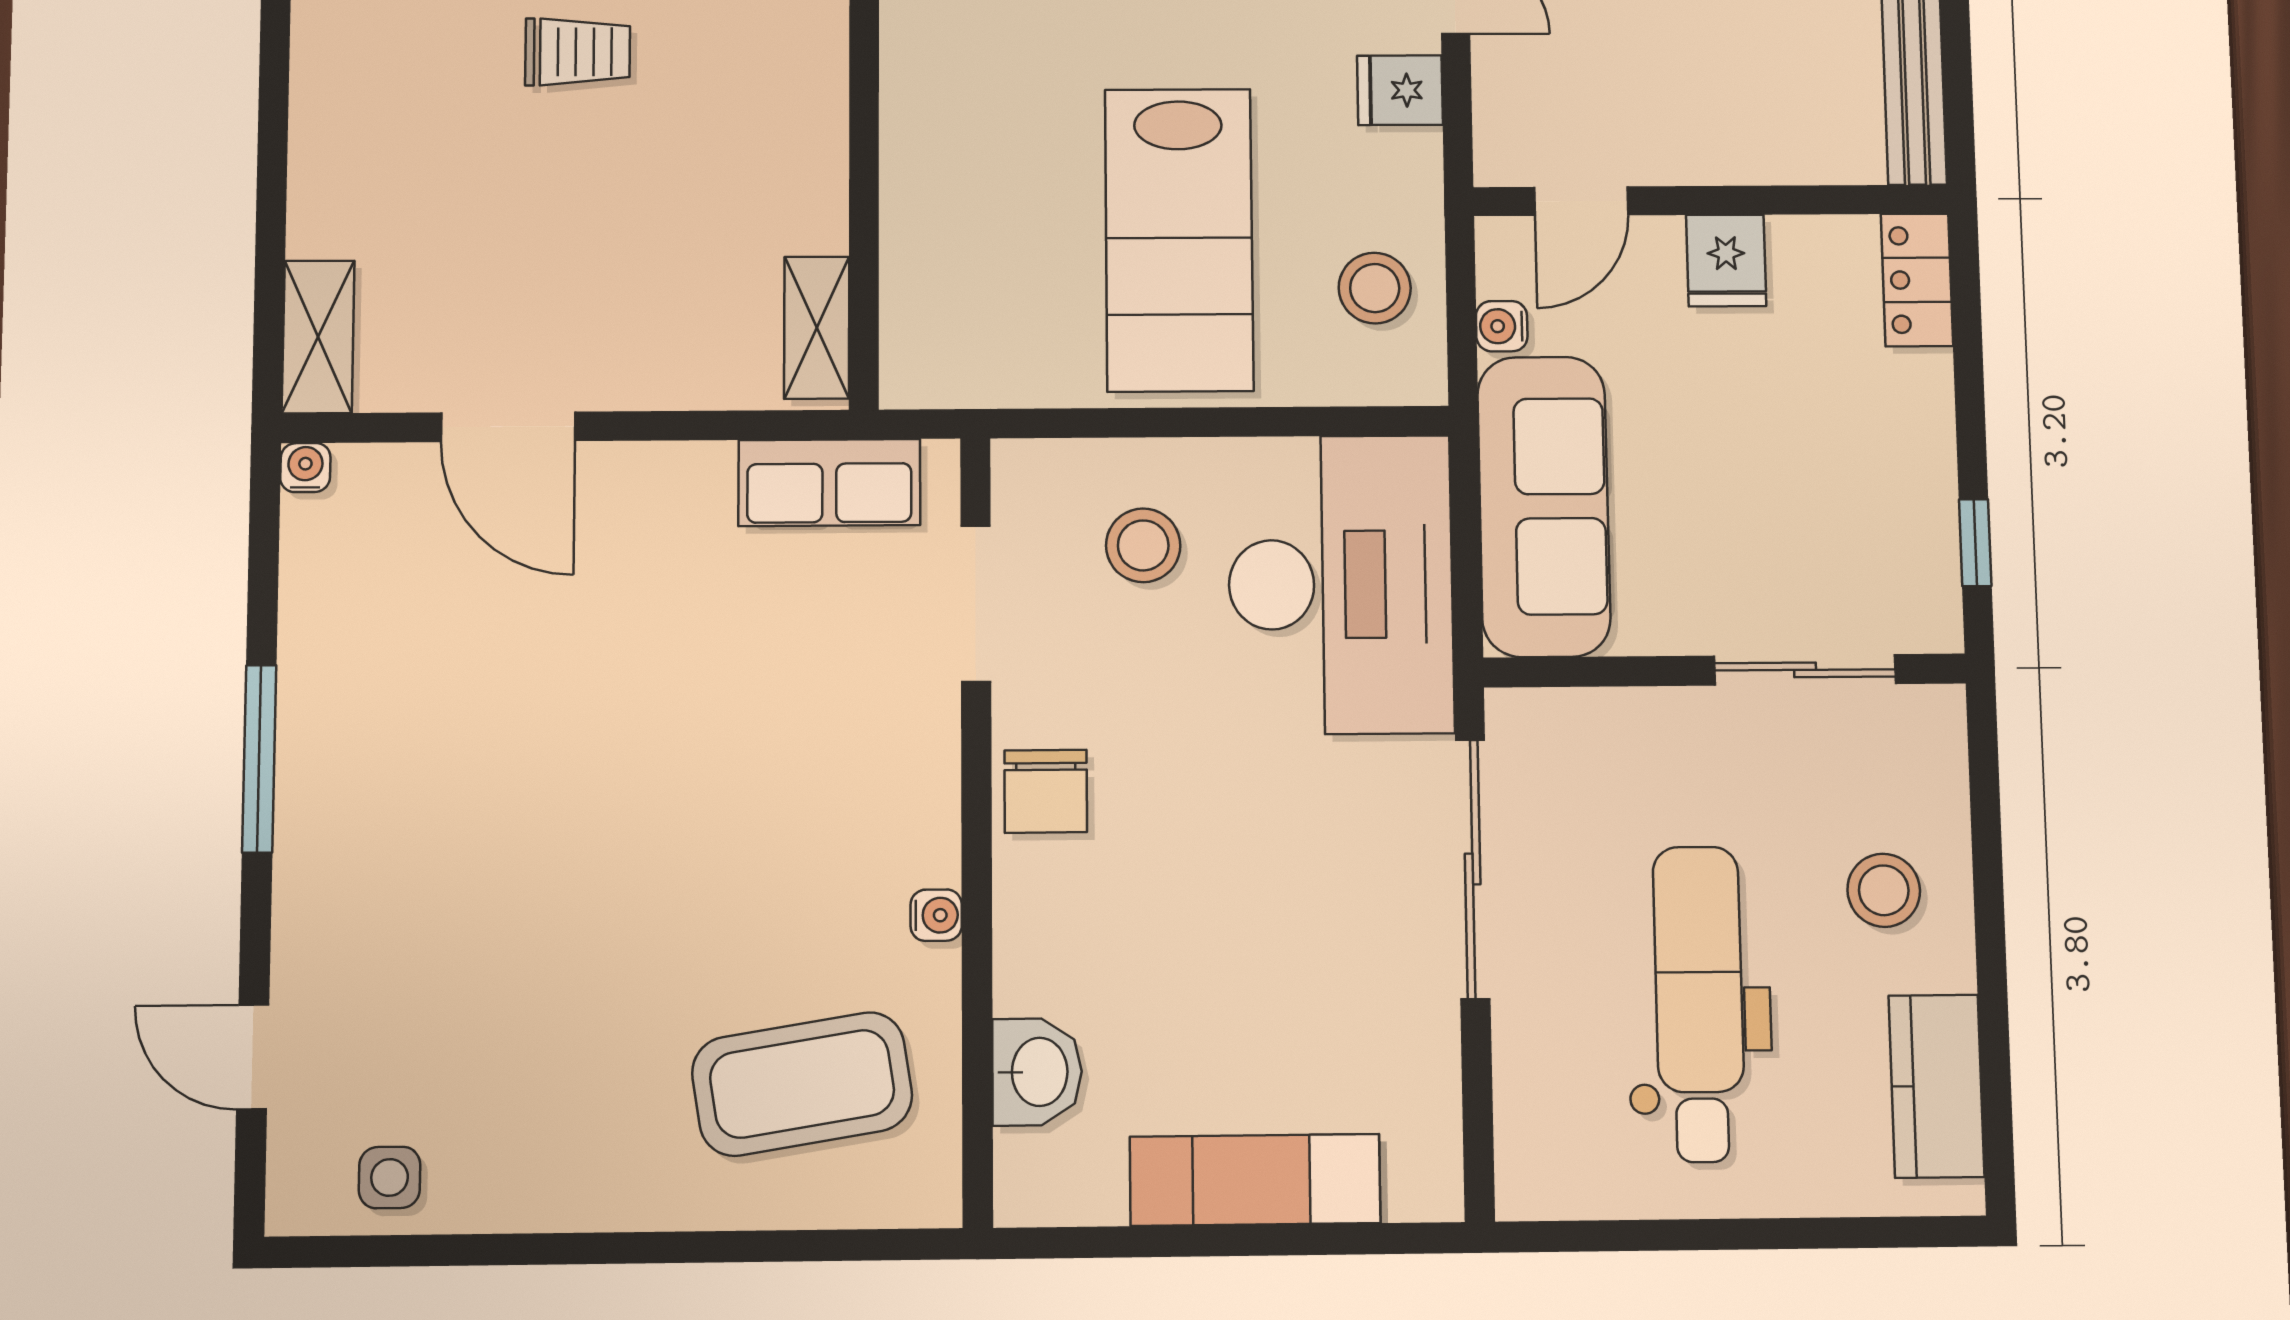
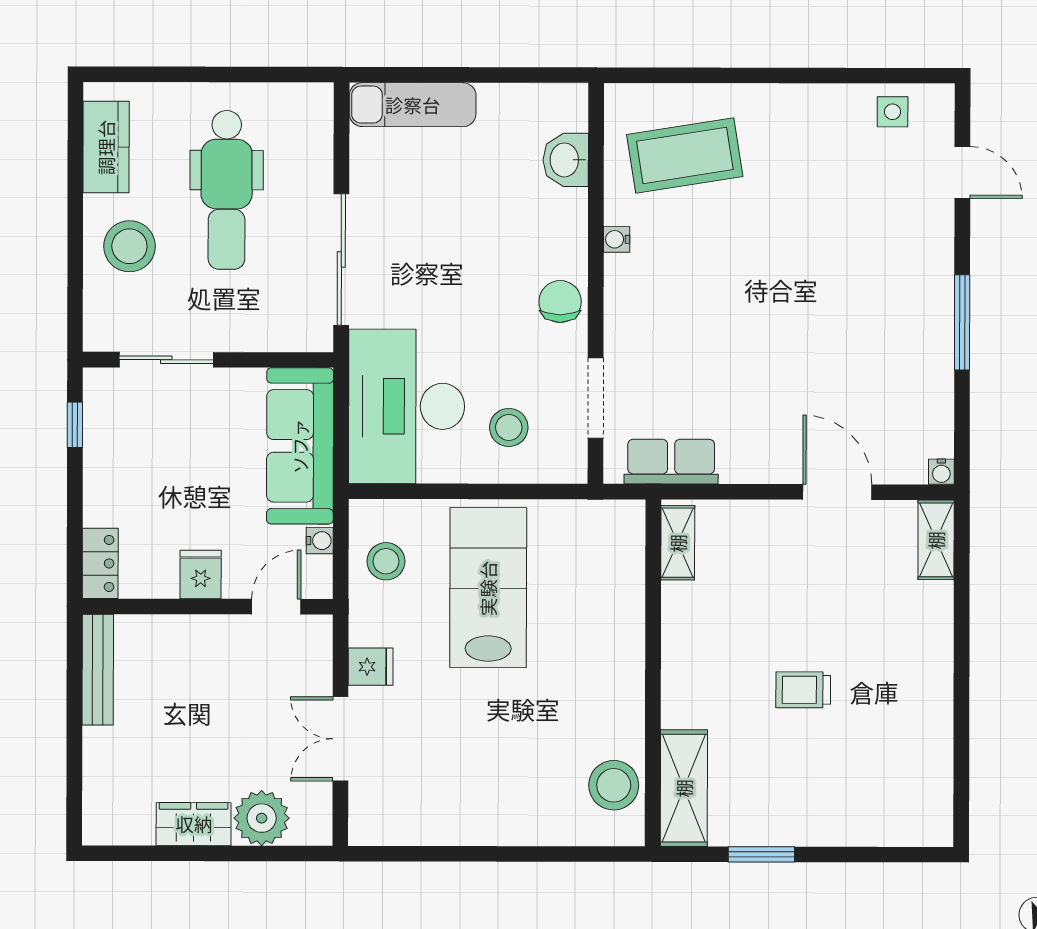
stool: (1884, 890) -> (129, 246), width x1.38, depth x1.38
exam couch: (1255, 1180) -> (413, 105), moved

